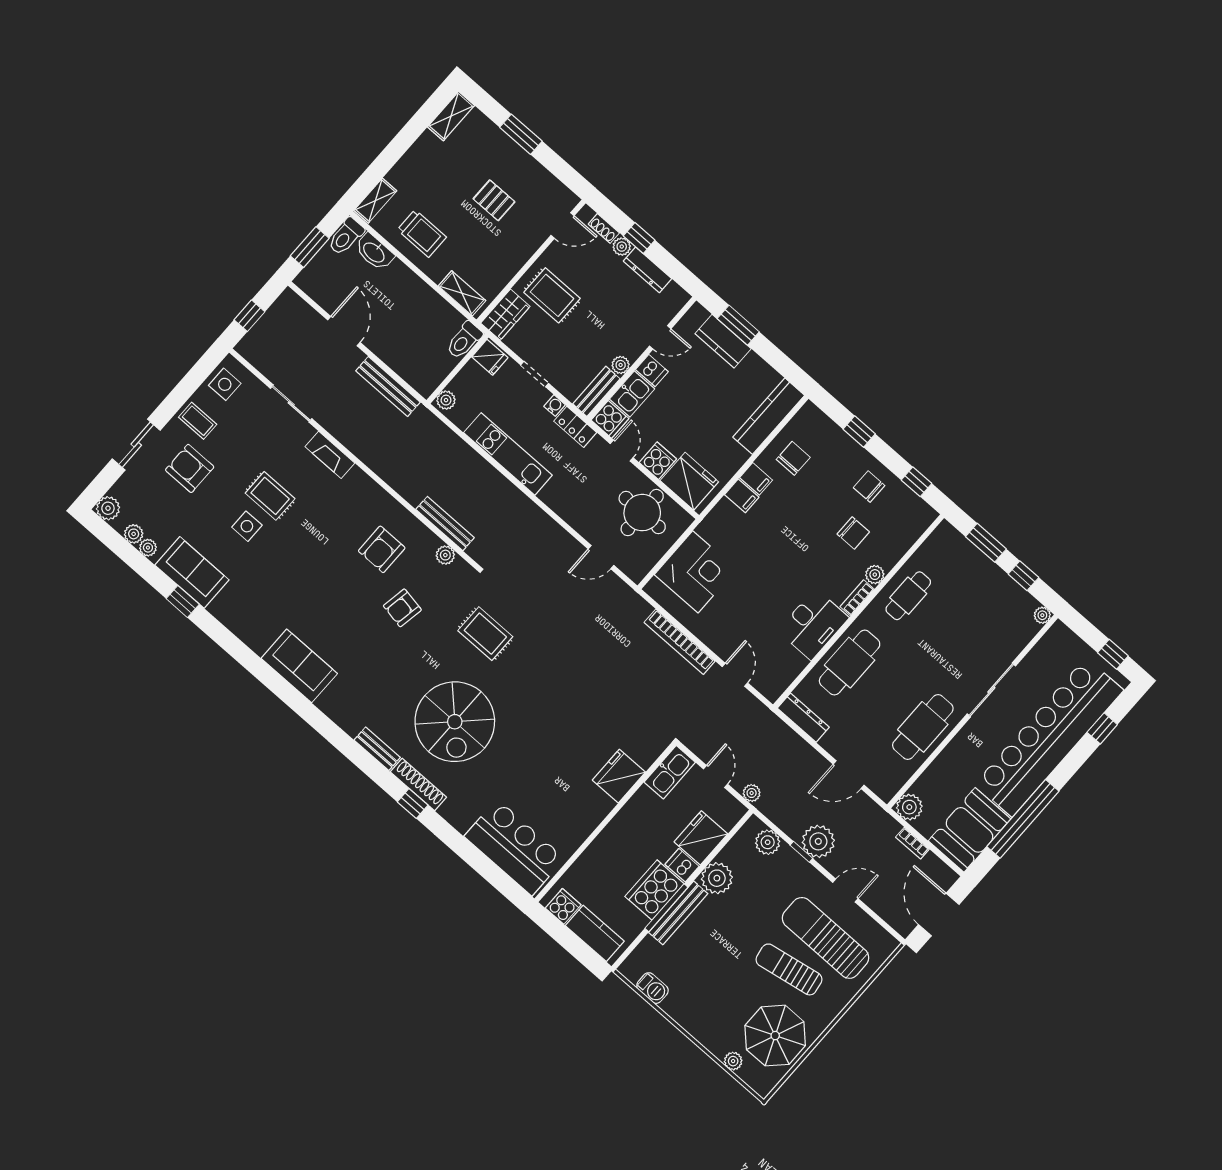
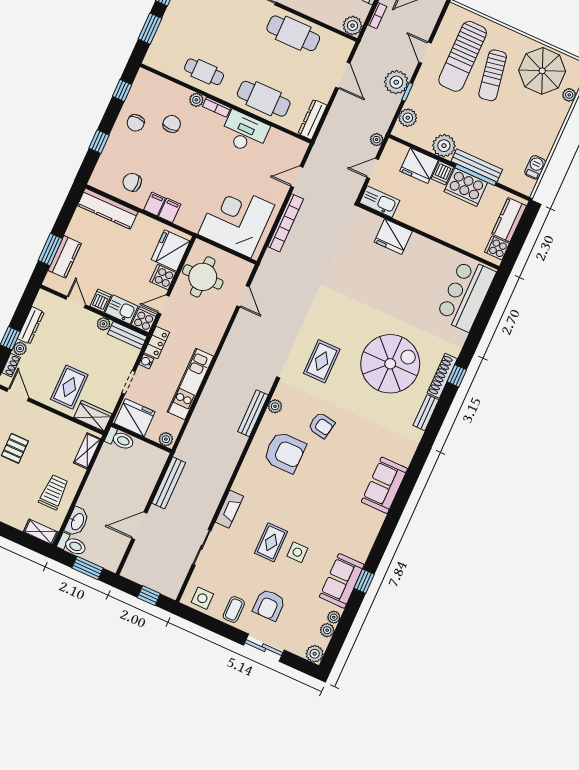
fridge: (490, 357) -> (135, 418), width x1.88, depth x1.34
armchair: (382, 549) -> (285, 452), width x1.36, depth x1.36
corner desk: (695, 572) -> (236, 220), width x1.36, depth x1.36

